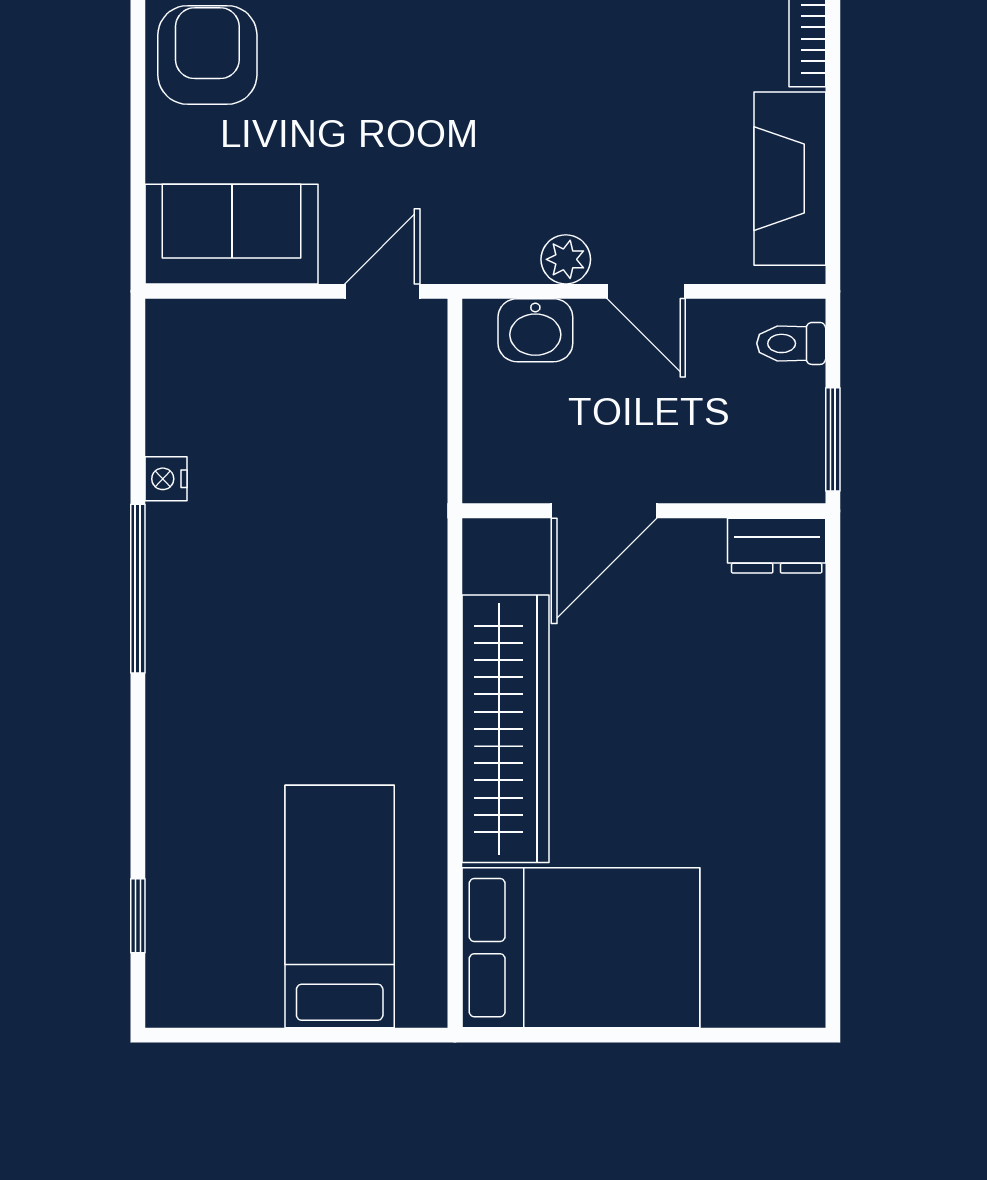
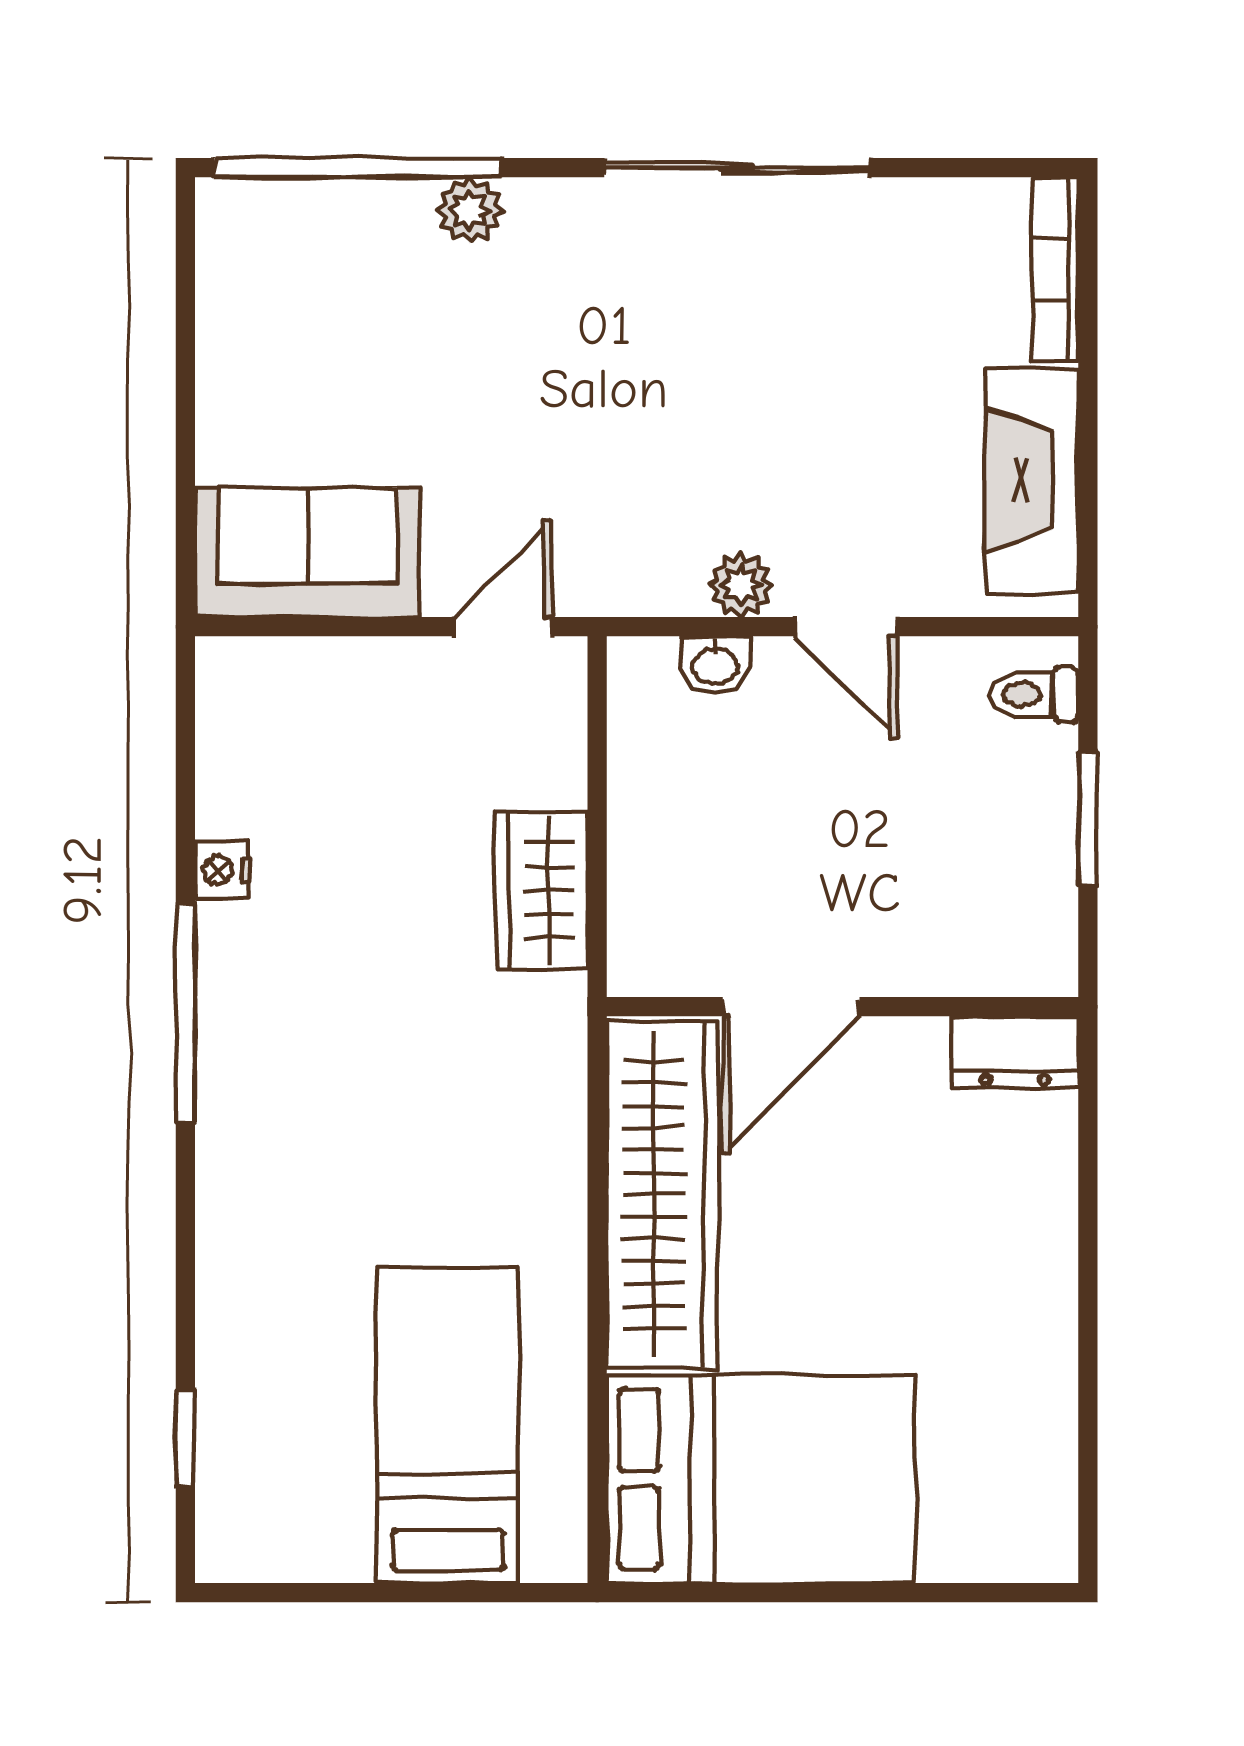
armchair: (207, 55) -> (276, 320), removed
washbasin: (535, 330) -> (715, 665), width x0.72, depth x0.69
wardrobe: (412, 494) -> (542, 890), added
door: (604, 511) -> (791, 1007), moved
wall: (644, 511) -> (843, 1007), moved
dresser: (777, 546) -> (1015, 1052), moved

